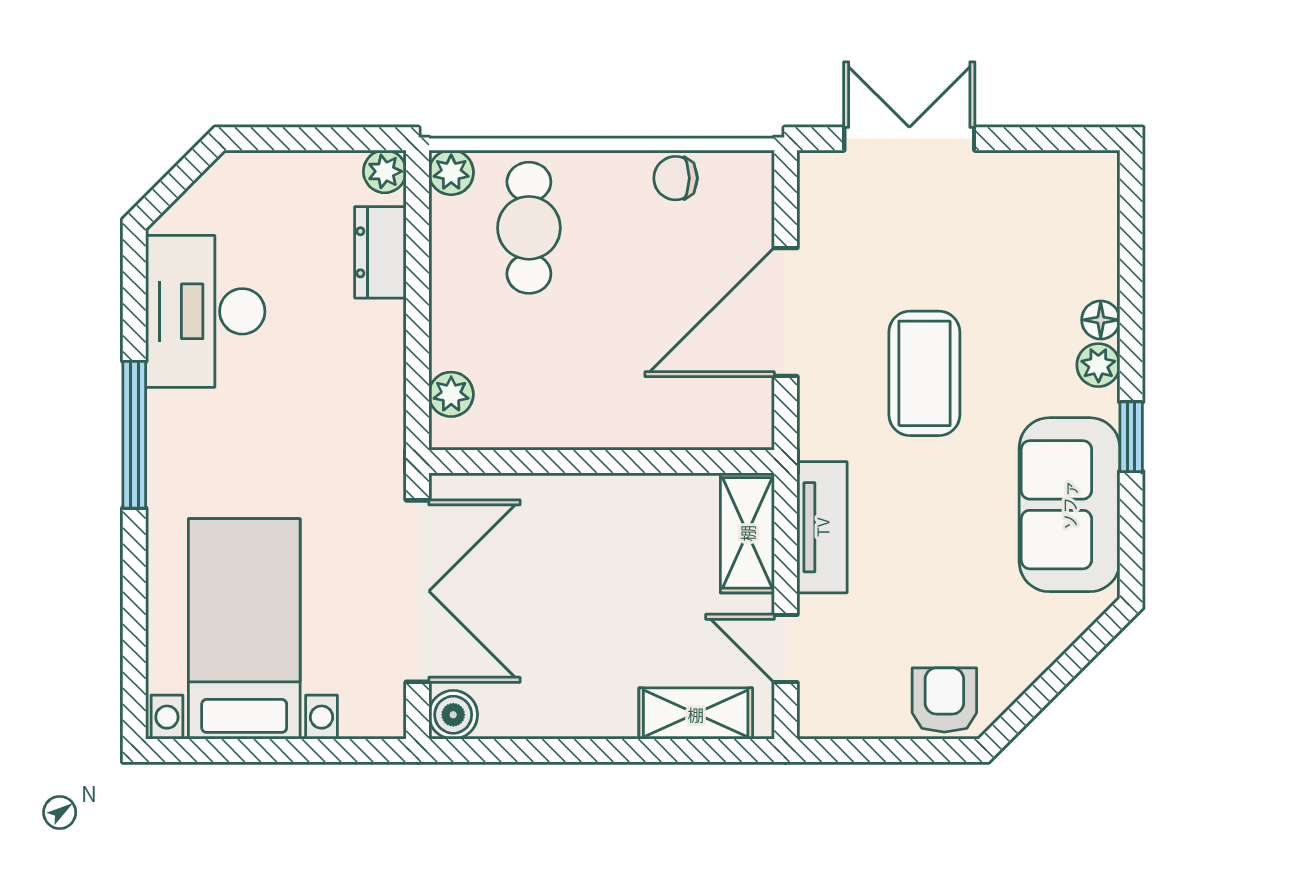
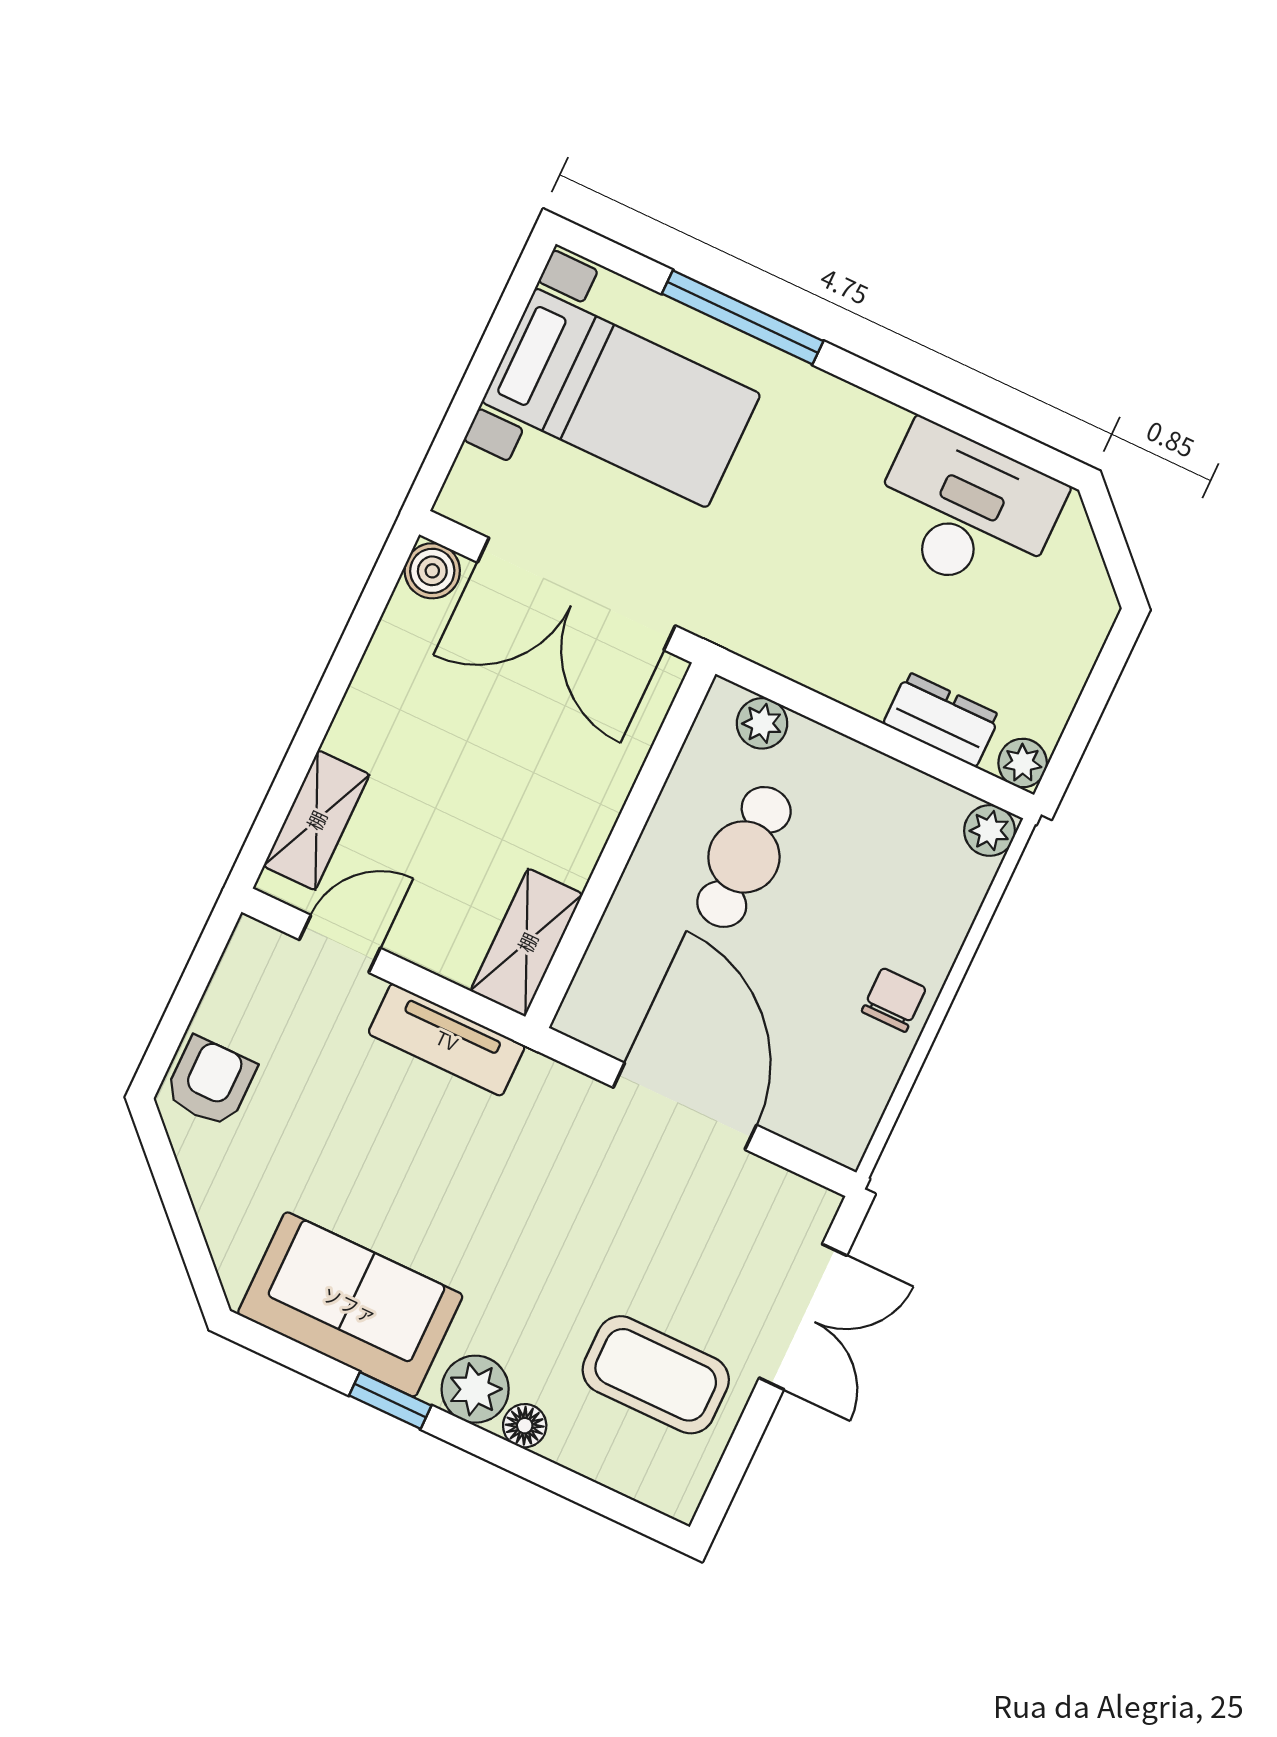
chair: (676, 178) -> (894, 1000), moved
cafe table: (529, 228) -> (744, 857), moved, turned 90
plant: (1098, 365) -> (475, 1389), width x1.38, depth x1.38
coffee table: (924, 373) -> (656, 1375), moved
window: (134, 435) -> (743, 317), moved
shelving: (747, 533) -> (527, 942), moved, turned 90
armchair: (944, 700) -> (210, 1082), turned -90

